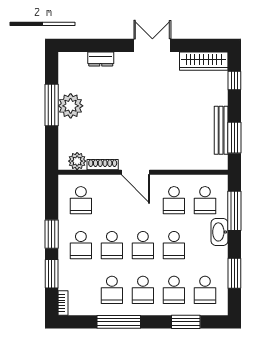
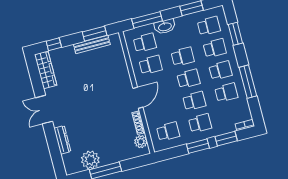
dresser: (101, 59) -> (62, 140), width x1.44
plant: (71, 106) -> (90, 160), moved

